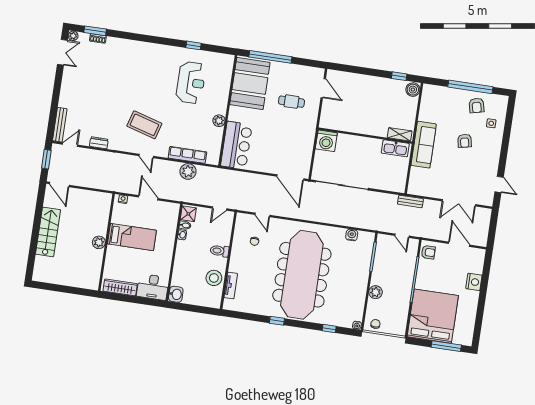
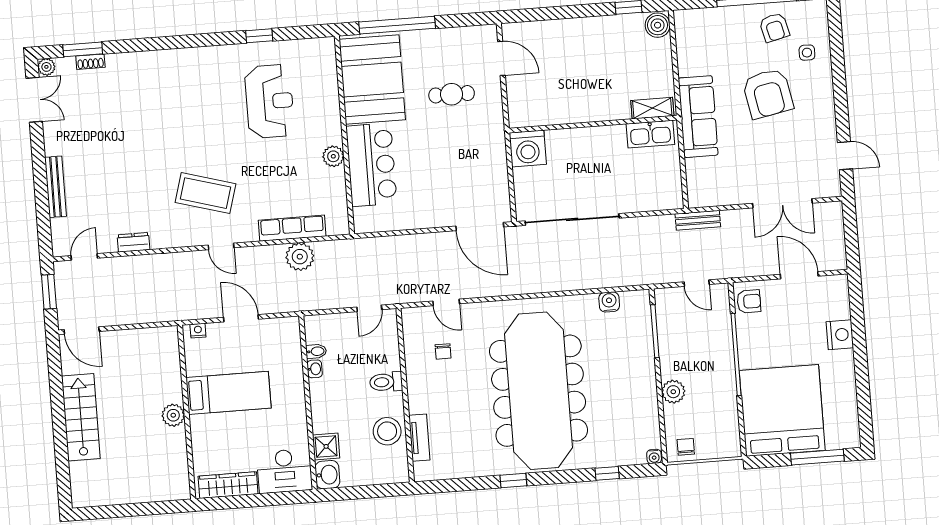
bench: (60, 125) -> (56, 187), moved
armchair: (465, 141) -> (768, 93), width x1.88, depth x1.88
bar counter: (236, 145) -> (371, 165), moved
shower: (188, 214) -> (326, 446), moved

